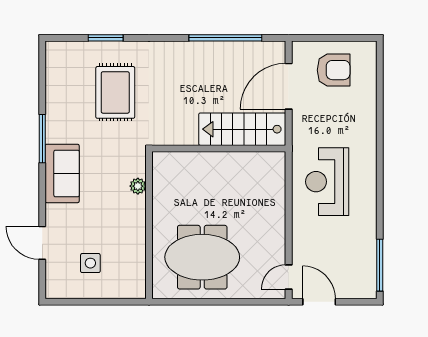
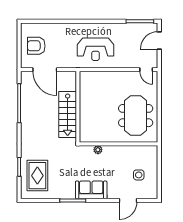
armchair: (334, 70) -> (36, 46), turned -90
rug: (115, 92) -> (37, 176), moved, turned 90
stairs: (242, 129) -> (68, 114), moved
door: (319, 302) -> (159, 40), moved

